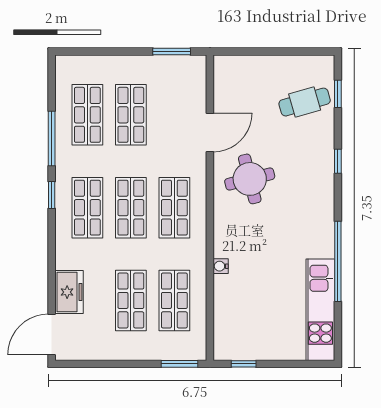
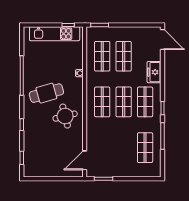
cafe table: (305, 102) -> (46, 93), moved, width x1.37, depth x1.35
shop shelf: (131, 115) -> (124, 148), removed
door: (210, 132) -> (85, 160), moved
freezer: (69, 292) -> (154, 72), moved
kitchen unit: (320, 310) -> (55, 34), moved, turned 90
door: (52, 334) -> (163, 40), hinge flipped

